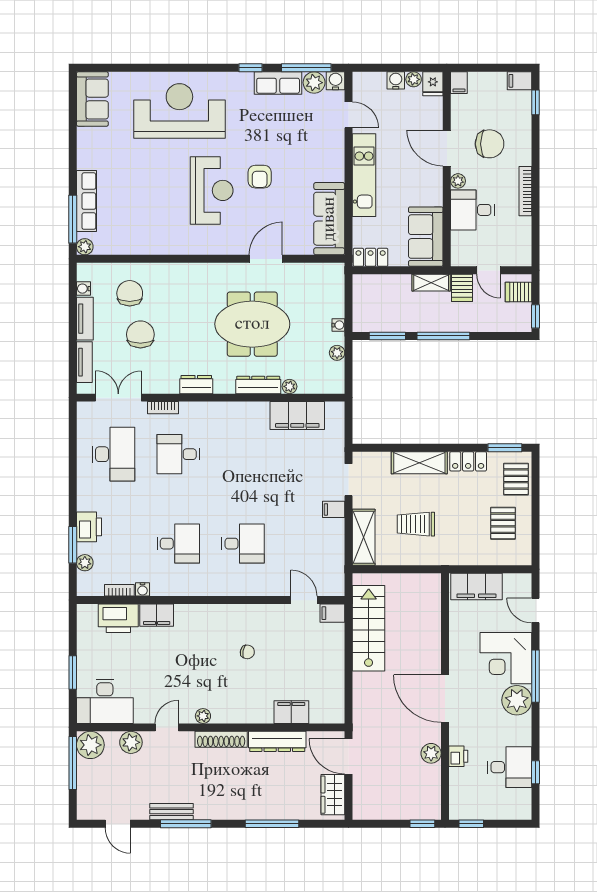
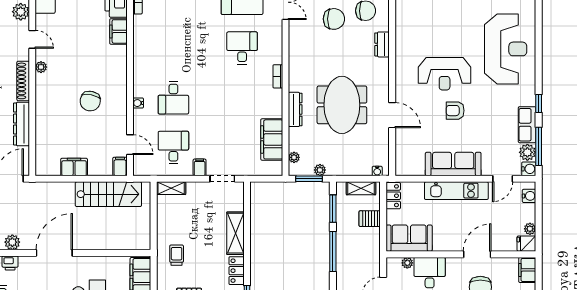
water cooler: (396, 80) -> (529, 196), moved
filing cabinet: (459, 83) -> (527, 270), width x2.00
plant: (458, 181) -> (407, 263), moved
sofa: (329, 219) -> (453, 164), moved
shelving: (431, 283) -> (361, 188), moved, turned 90
server rack: (462, 288) -> (370, 219), moved
water cooler: (338, 325) -> (377, 171), moved
window: (348, 367) -> (309, 179), added
dresser: (196, 385) -> (382, 44), moved, turned 180
plant: (289, 386) -> (294, 157), moved
bookcase: (163, 408) -> (278, 76), moved
trolley: (416, 524) -> (177, 255), moved, width x0.73, depth x0.72
shelving: (364, 537) -> (171, 188), width x0.67, depth x0.75
desk: (178, 544) -> (173, 147), moved, turned 180
water cooler: (143, 589) -> (138, 103), moved
door: (304, 600) -> (130, 145), hinge flipped
chair: (247, 652) -> (90, 101), width x1.87, depth x1.87
filing cabinet: (291, 712) -> (74, 167), moved, turned -90

